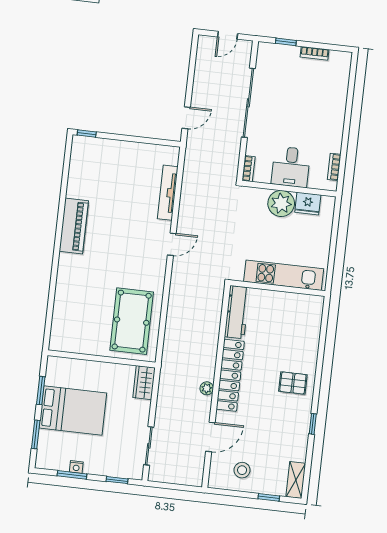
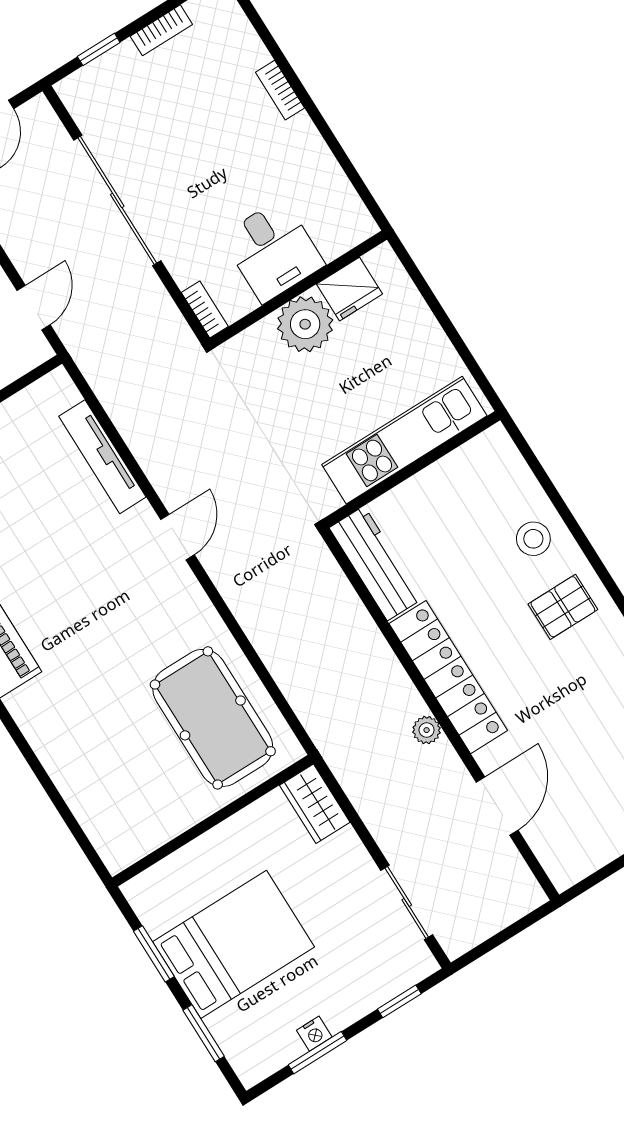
bookcase: (334, 167) -> (280, 90), moved
stool: (242, 470) -> (533, 539), moved

